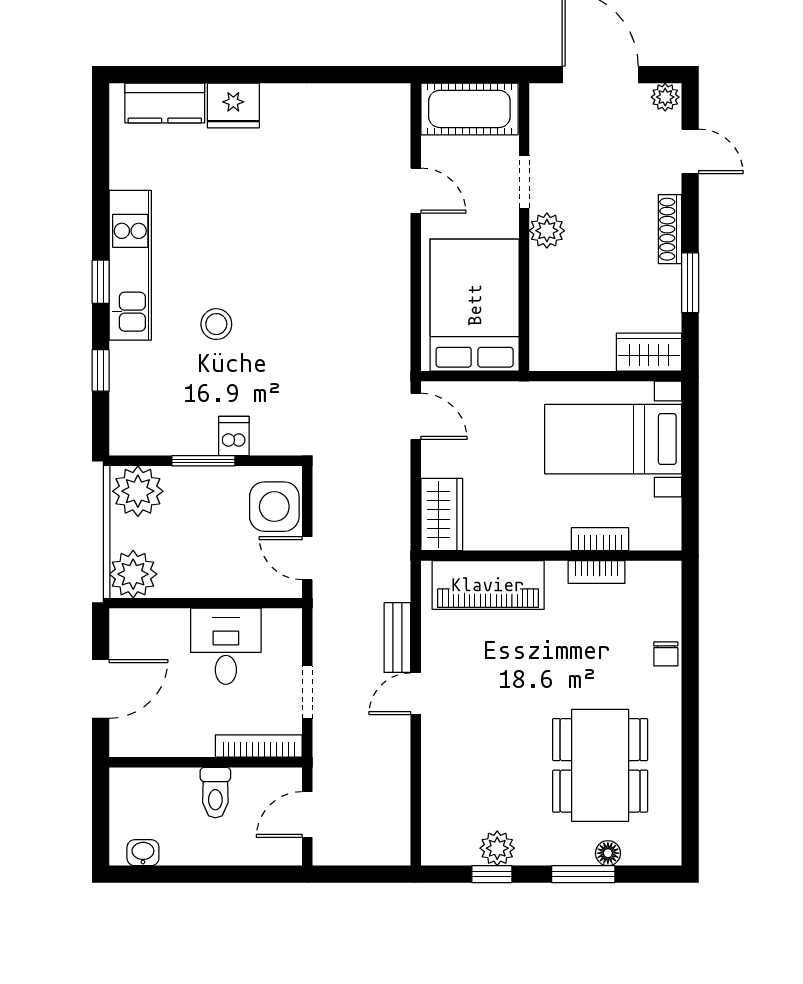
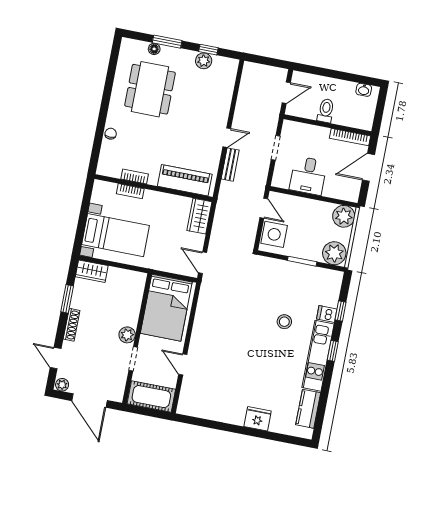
kitchen counter: (165, 103) -> (308, 409), moved, turned -90
dishwasher: (234, 436) -> (327, 314), moved, turned 90
bookcase: (259, 746) -> (350, 137), moved

